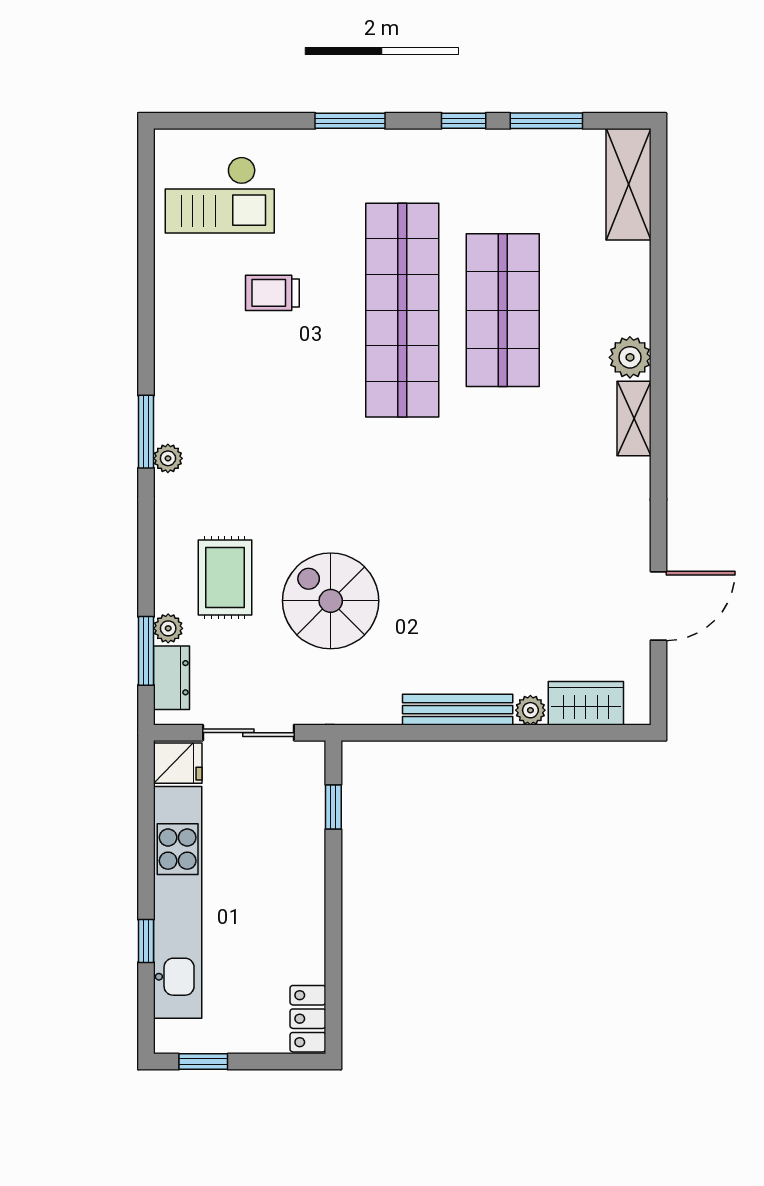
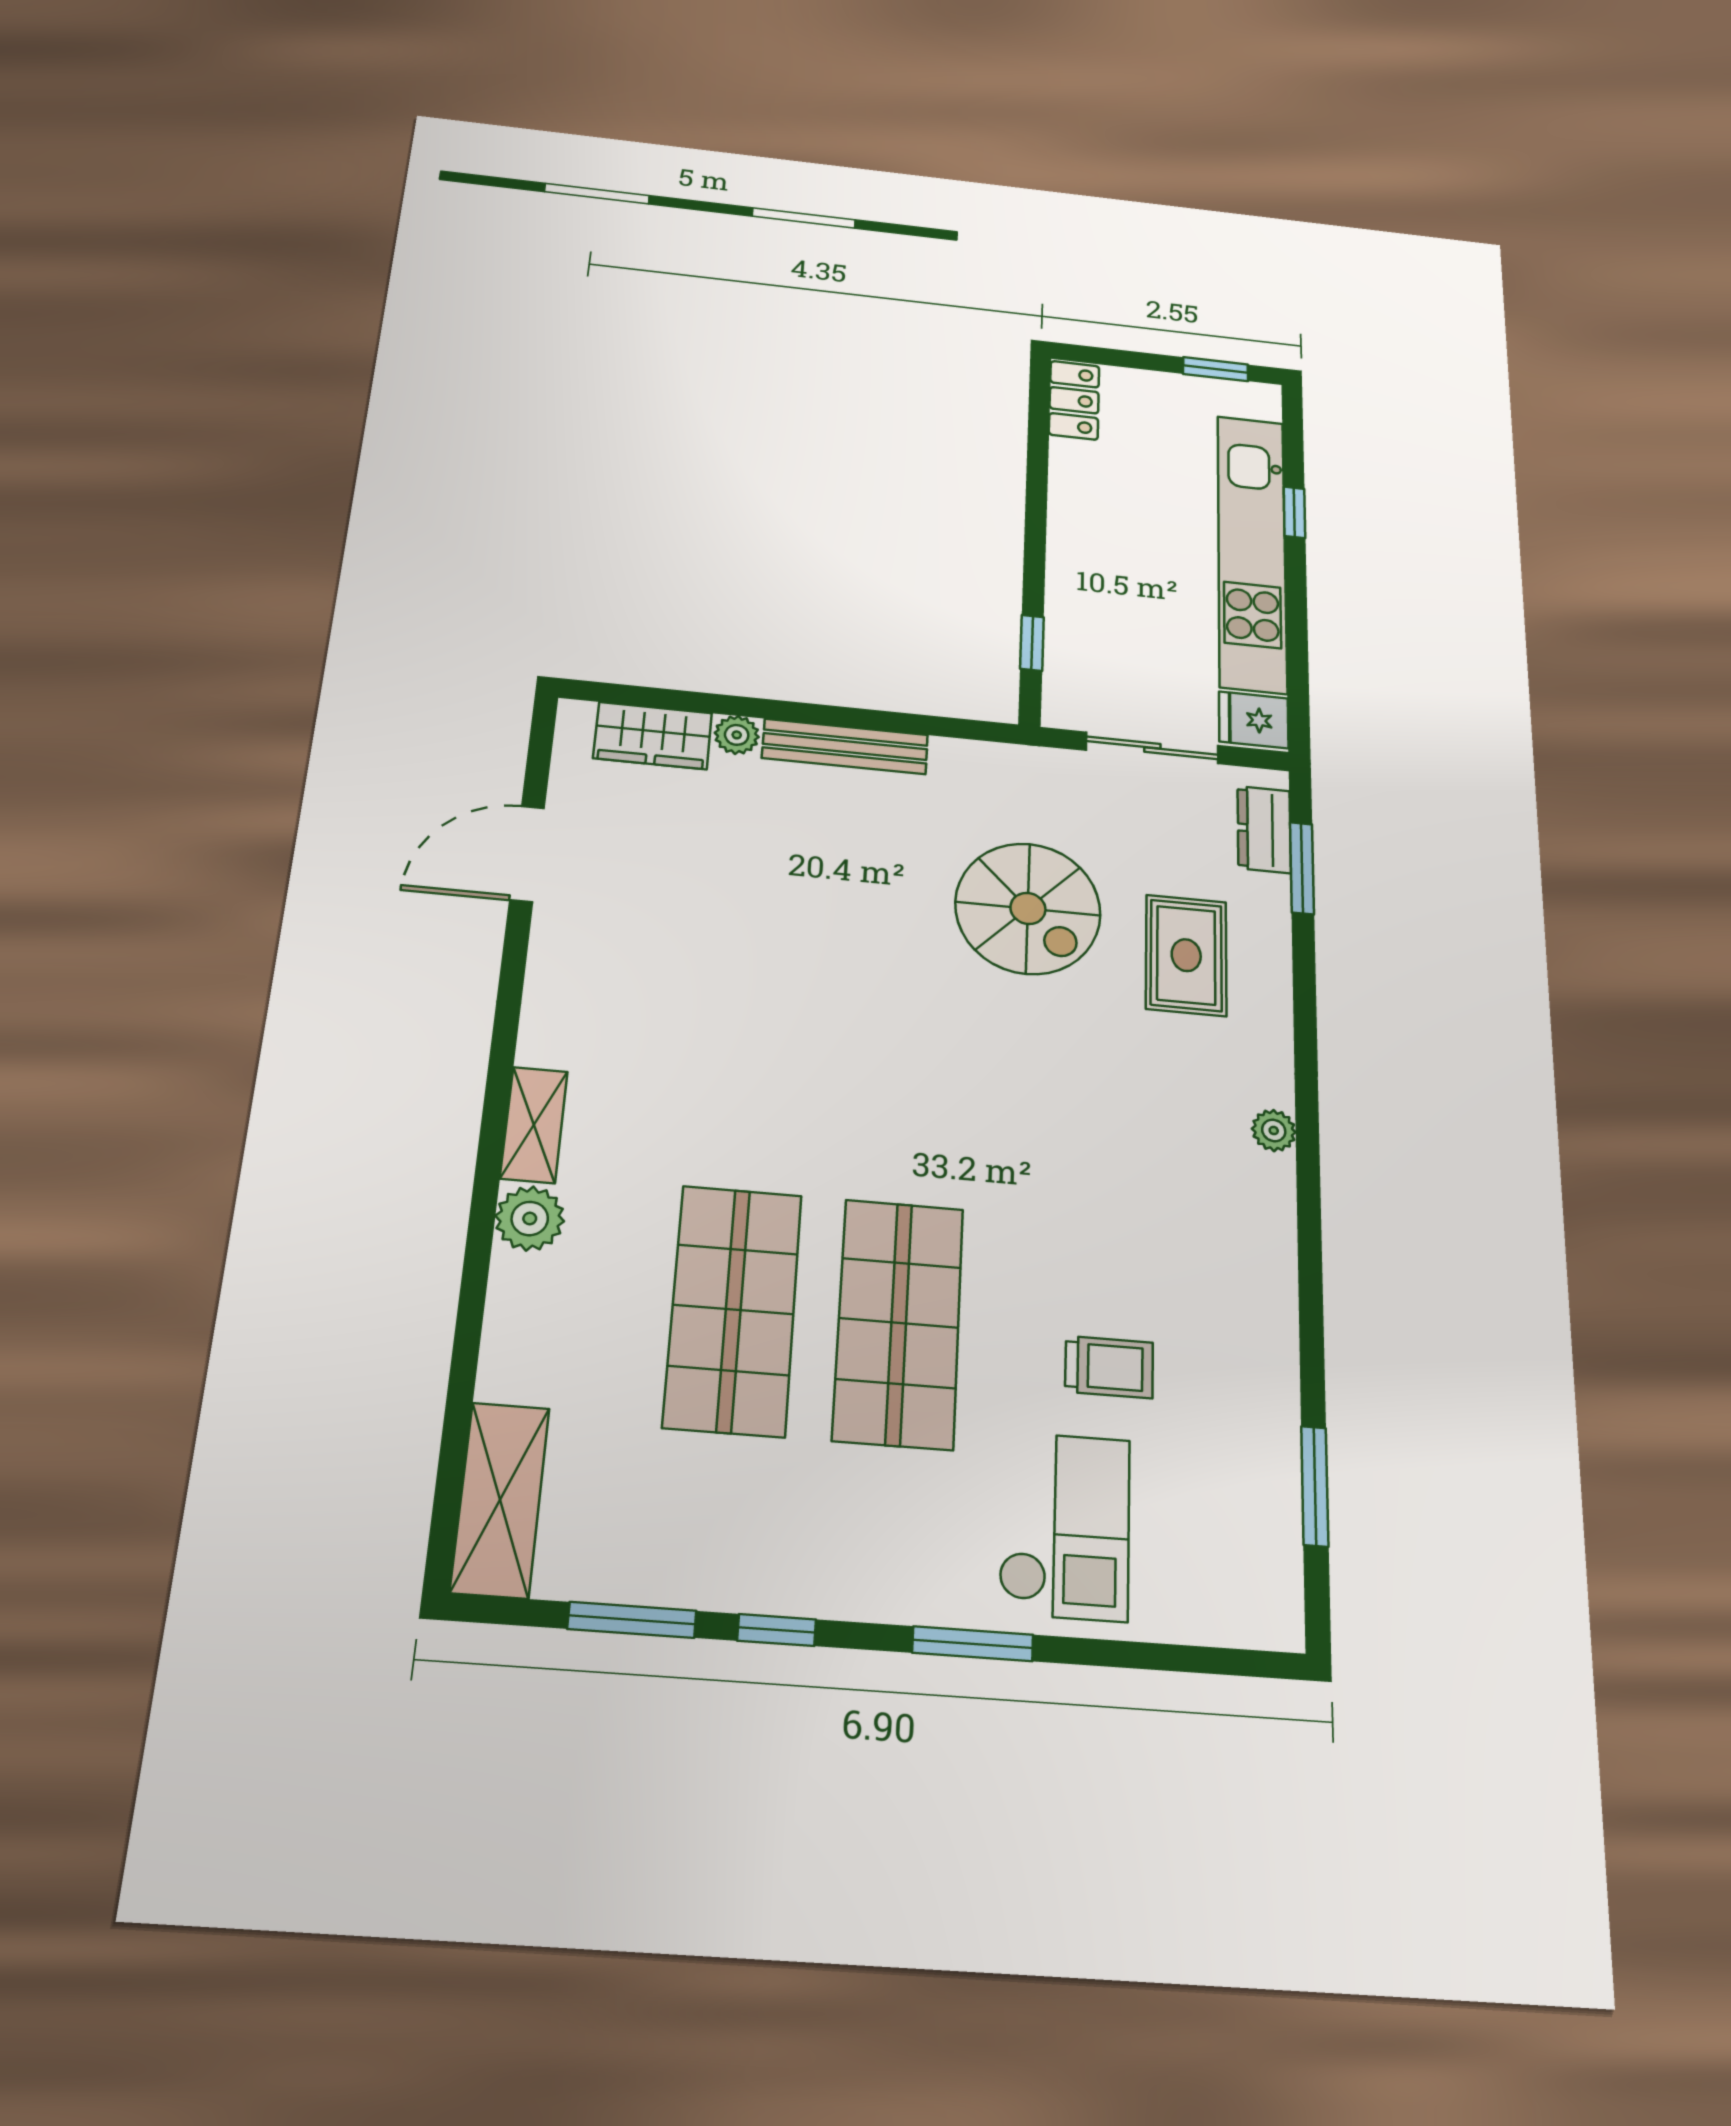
checkout: (220, 195) -> (1065, 1526), moved, turned 90
shop shelf: (402, 310) -> (899, 1323), width x0.71
window: (146, 432) -> (1315, 1486), moved
plant: (168, 628) -> (1270, 895), removed

